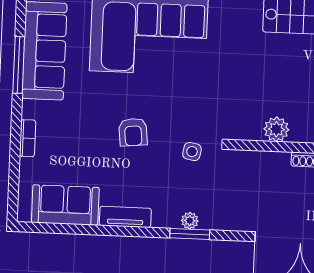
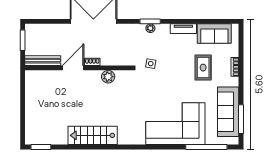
window: (19, 65) -> (241, 119), moved
armchair: (133, 132) -> (181, 72), removed
rug: (90, 139) -> (203, 68), added

